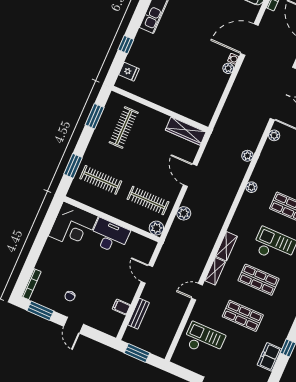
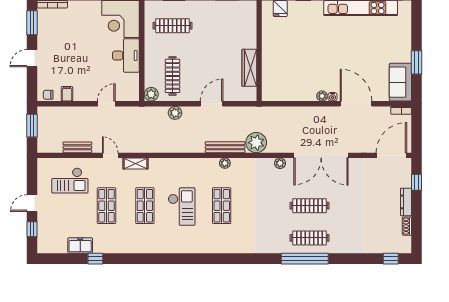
clothes rail: (124, 128) -> (228, 26), removed
wardrobe: (186, 131) -> (249, 68), moved
plant: (247, 156) -> (256, 143), width x1.87, depth x1.87
clothes rail: (101, 180) -> (173, 26), turned 90
bench: (237, 180) -> (225, 147), added
shelving: (226, 246) -> (162, 164), removed
chair: (70, 296) -> (48, 95), moved
bench: (139, 314) -> (77, 147), moved
checkout: (204, 340) -> (70, 180), turned 90

